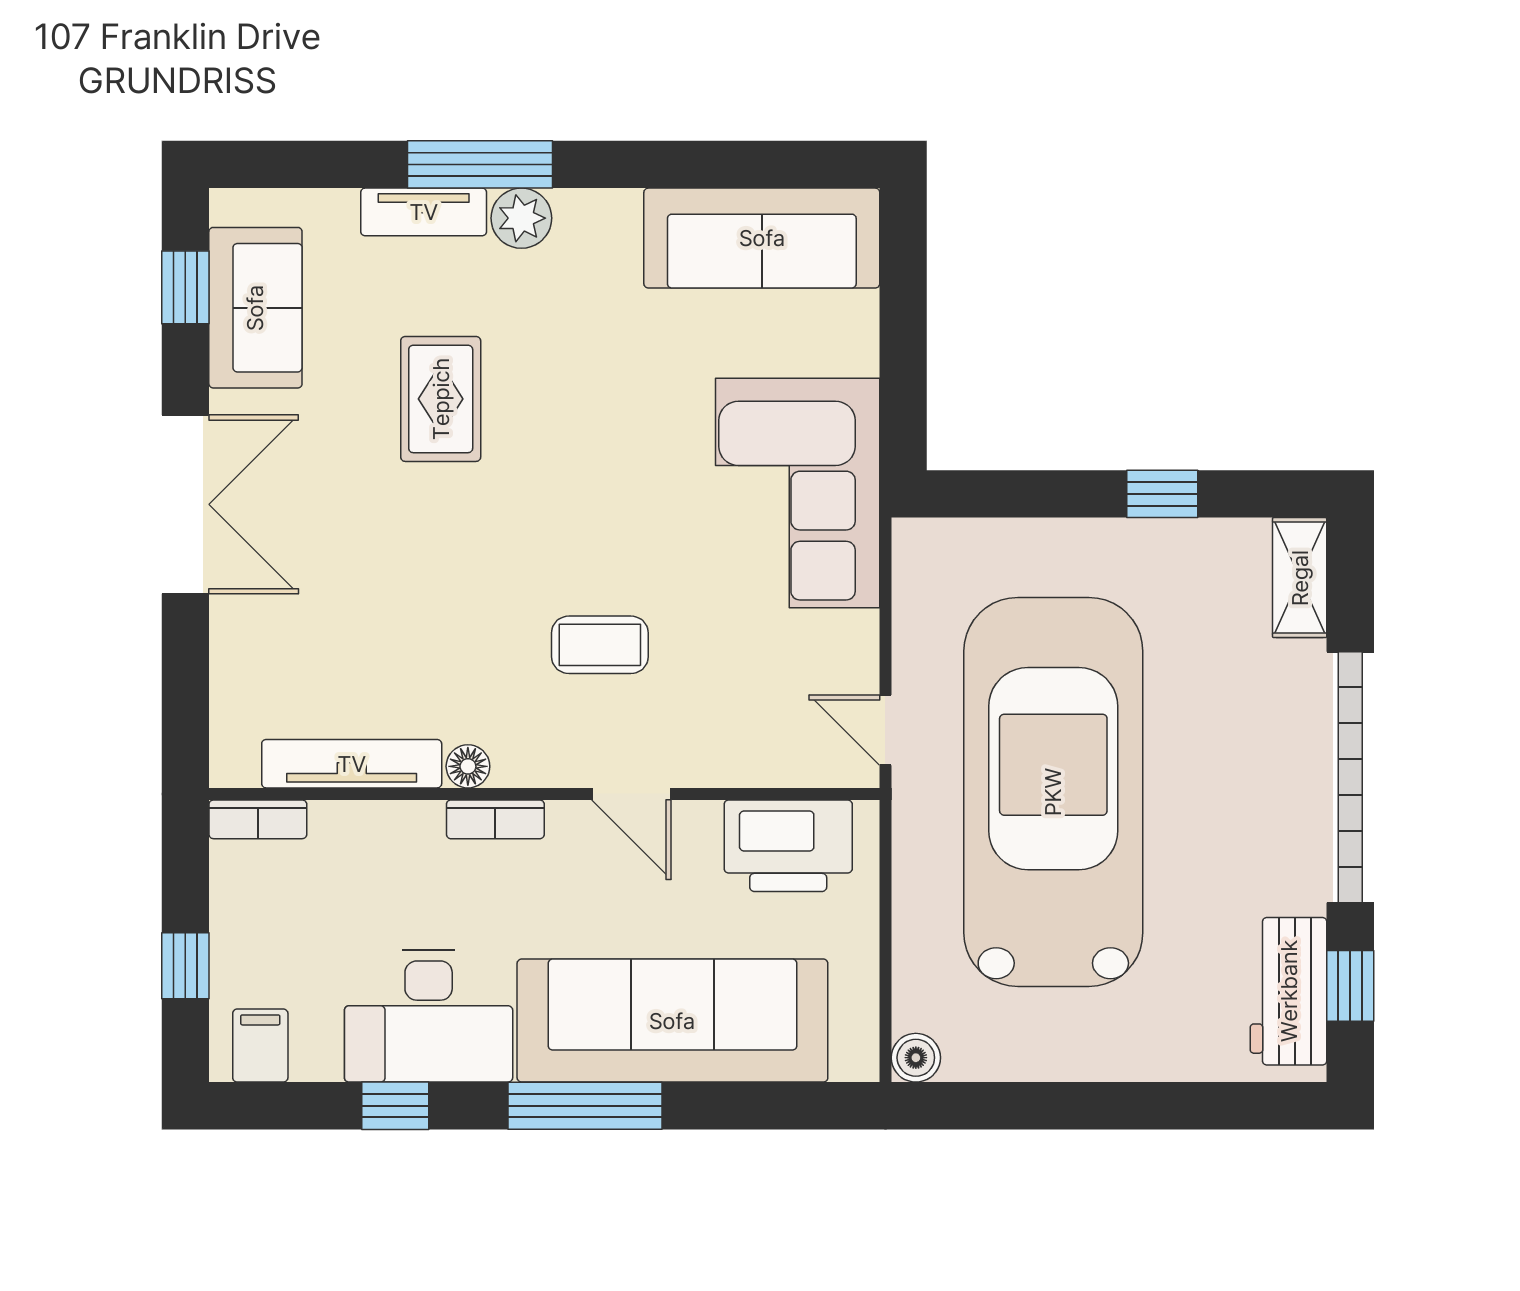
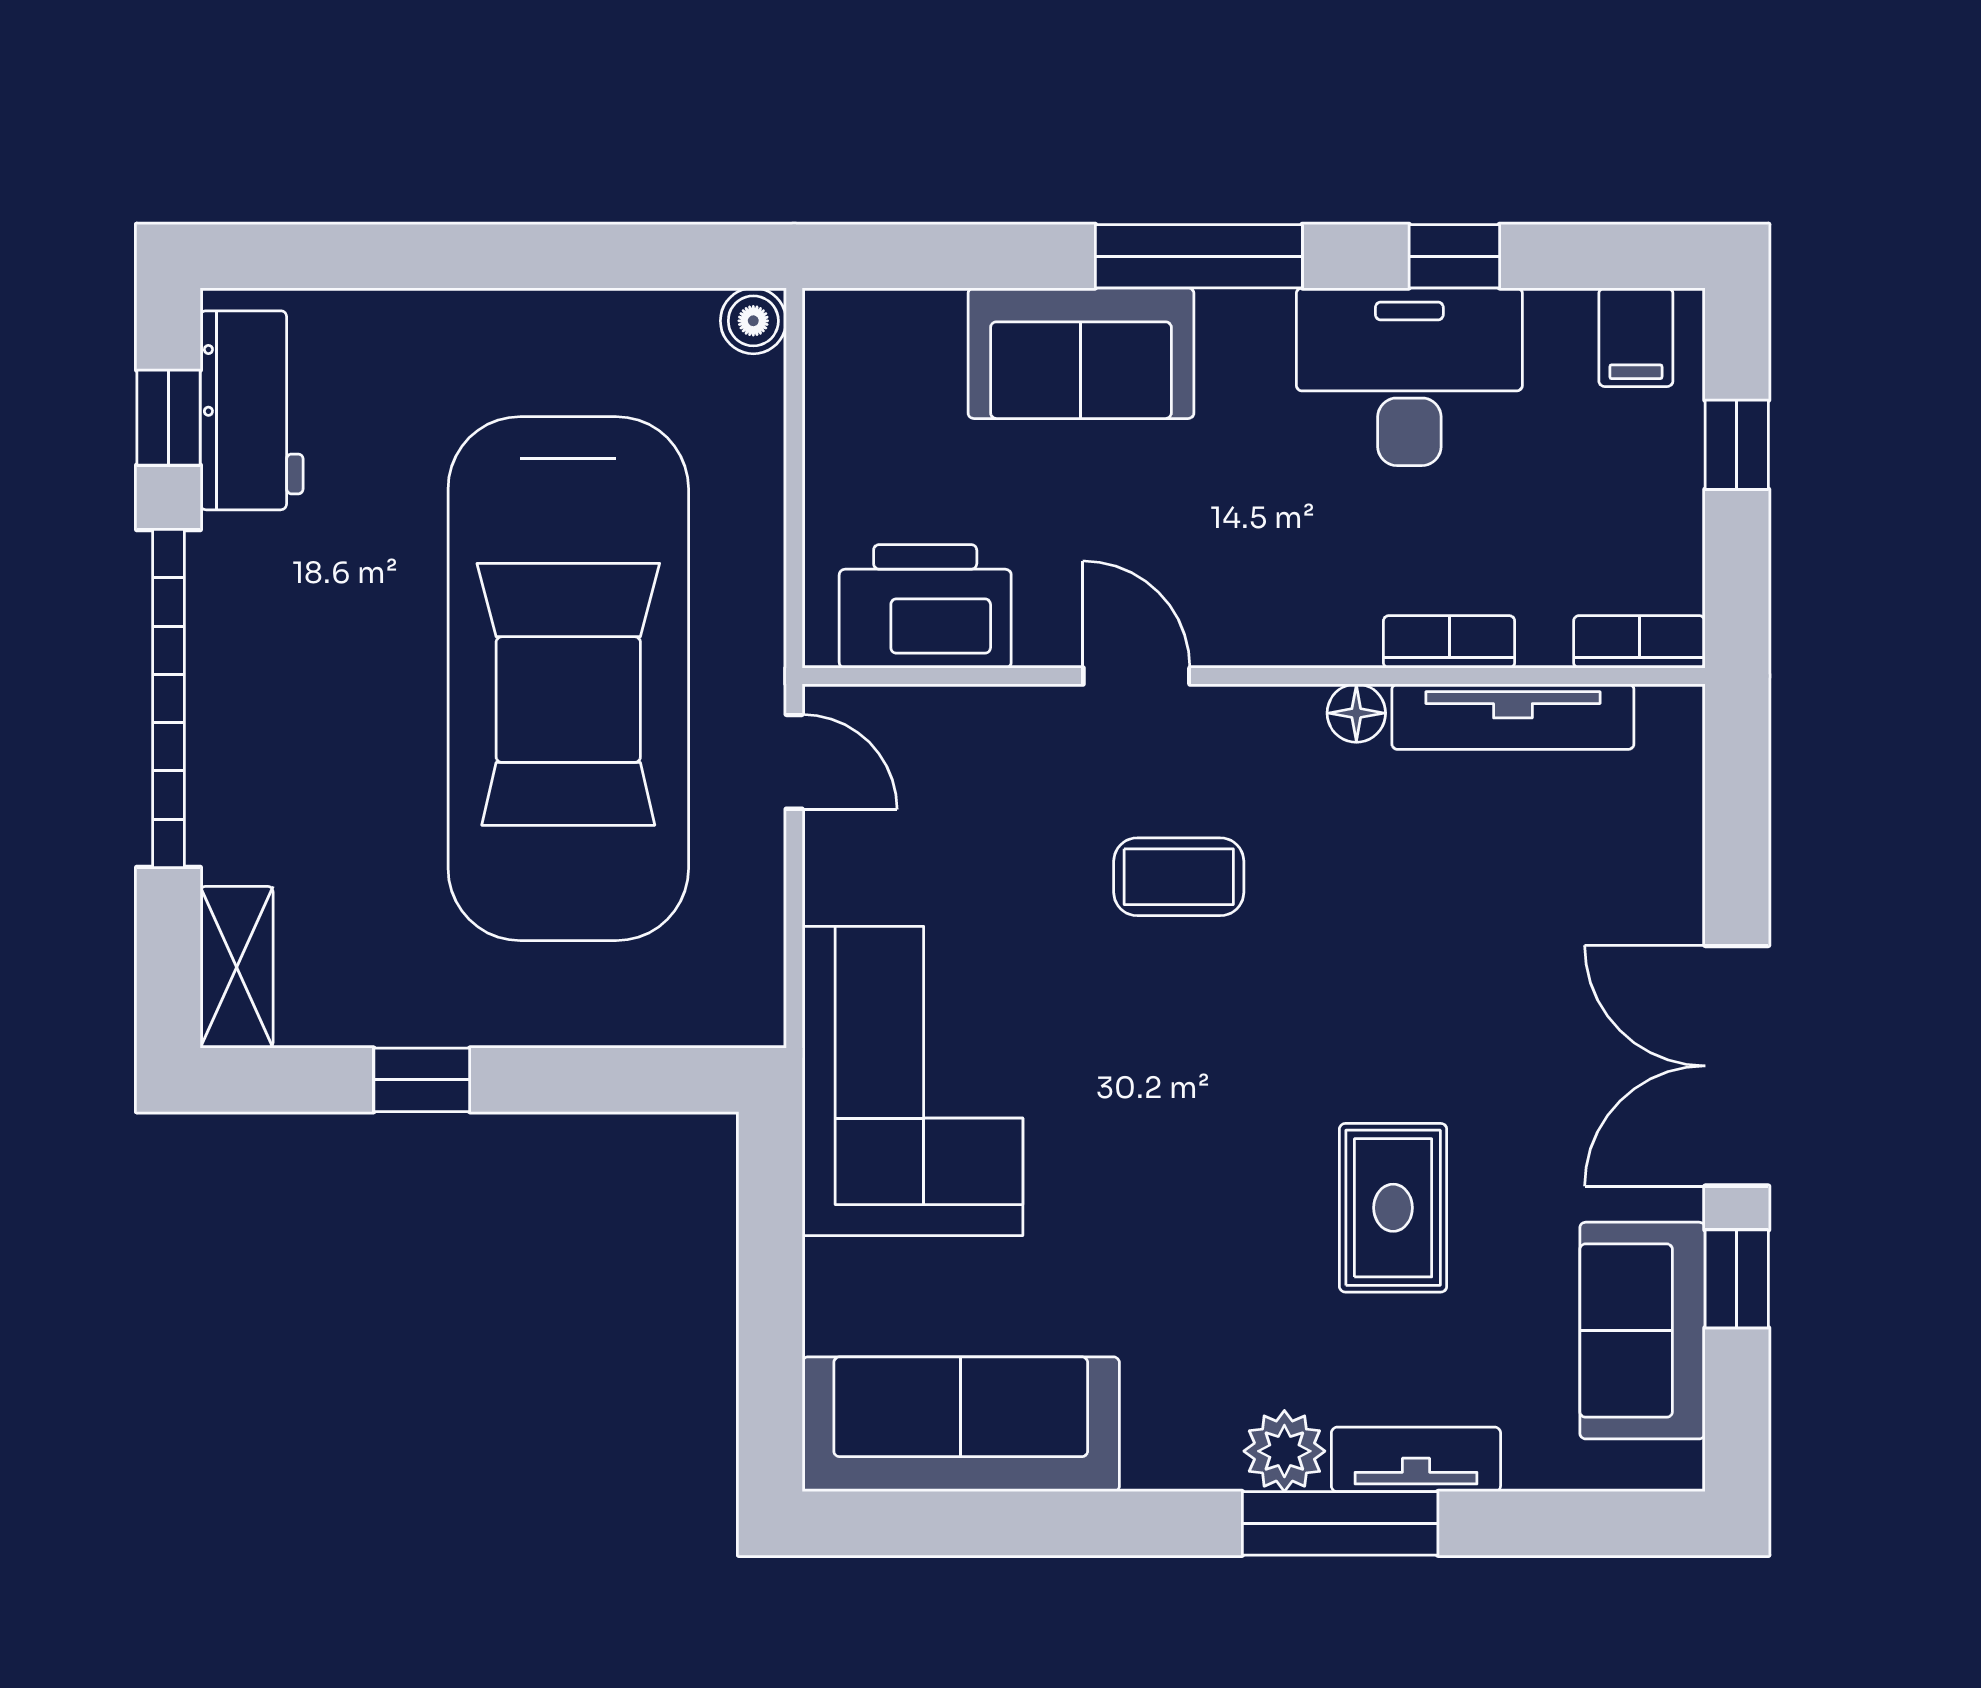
window: (185, 287) -> (1737, 1279), moved
bookcase: (495, 819) -> (1449, 642), moved
sofa: (672, 1021) -> (1081, 353), width x0.54, depth x0.79

